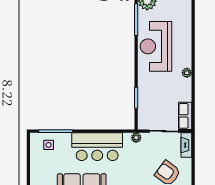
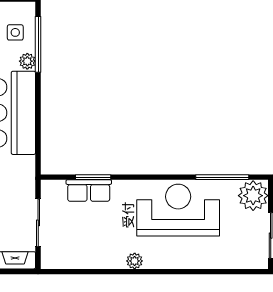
row of seats: (185, 116) -> (89, 191), moved, turned 180
plant: (136, 138) -> (27, 61), moved

